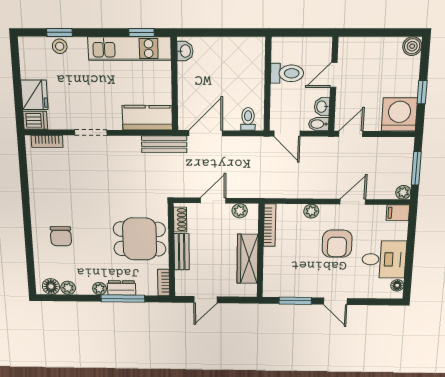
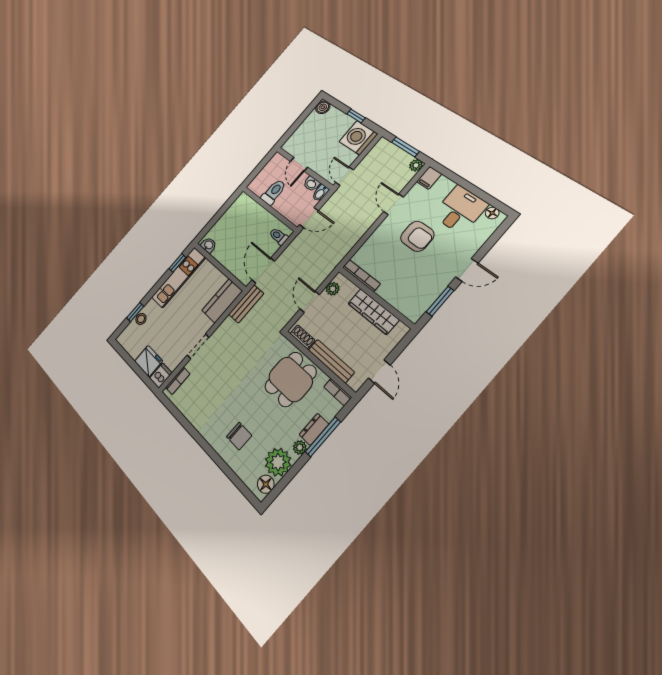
plant: (311, 211) -> (376, 238), removed
bench: (182, 252) -> (331, 361), width x1.36
plant: (68, 288) -> (278, 462), width x1.87, depth x1.87

